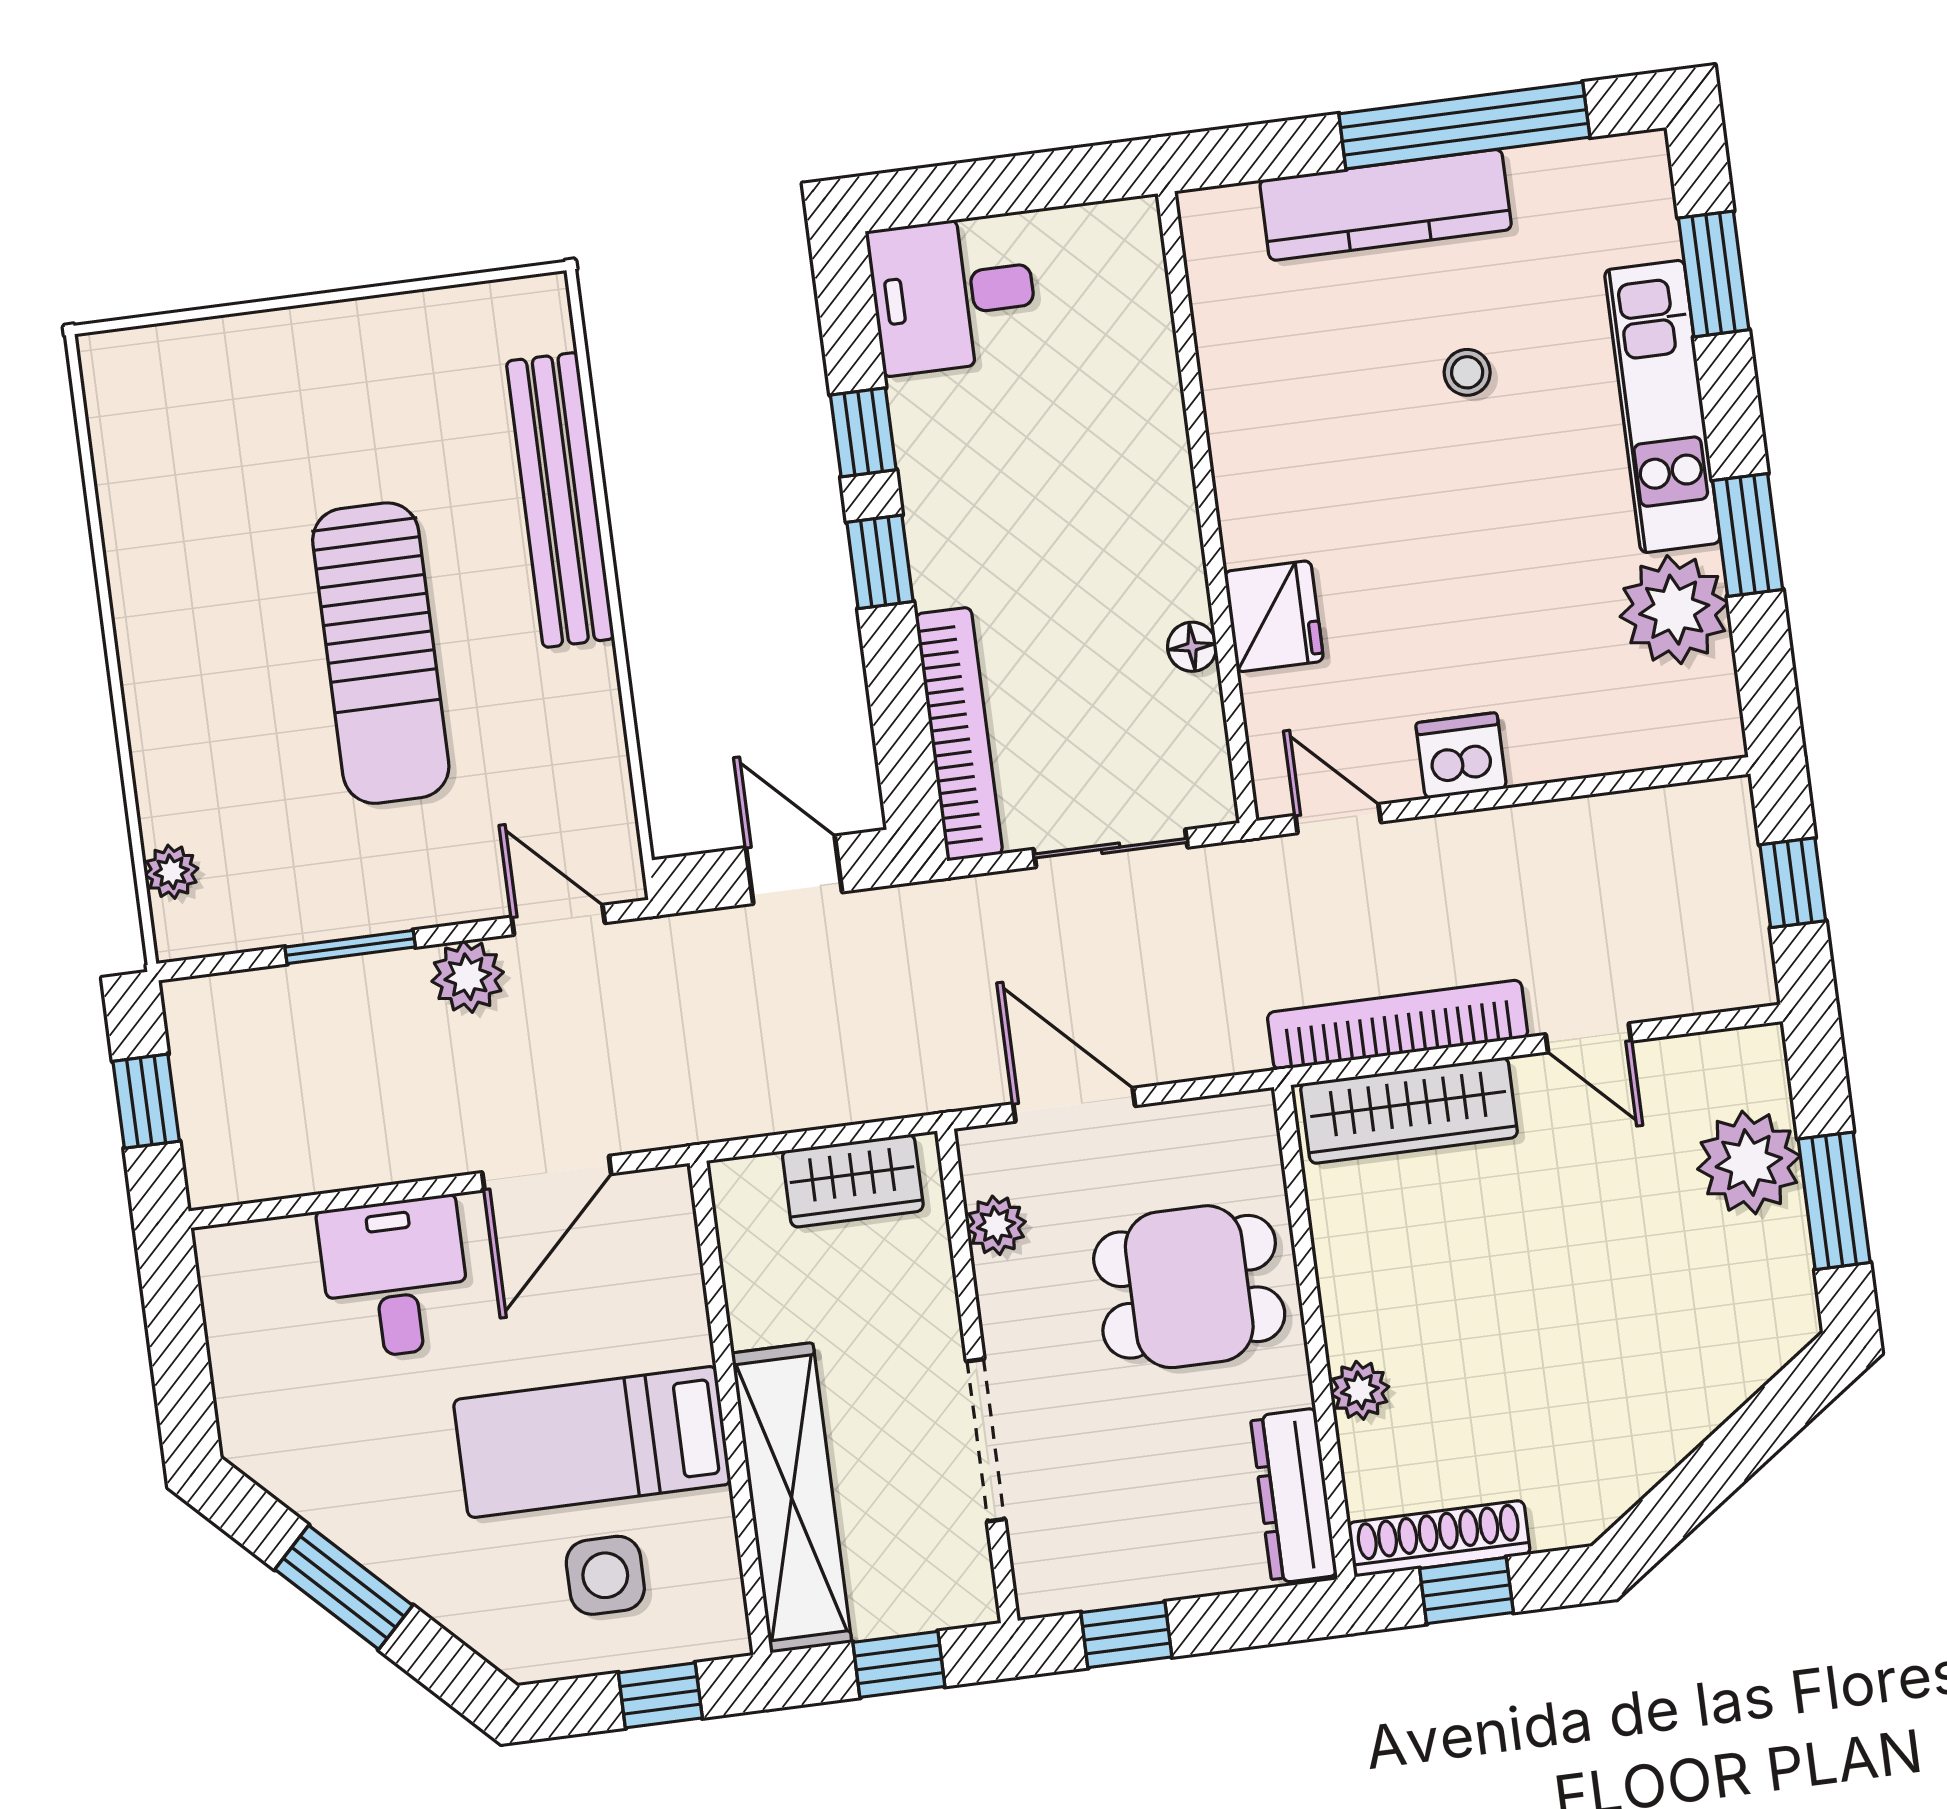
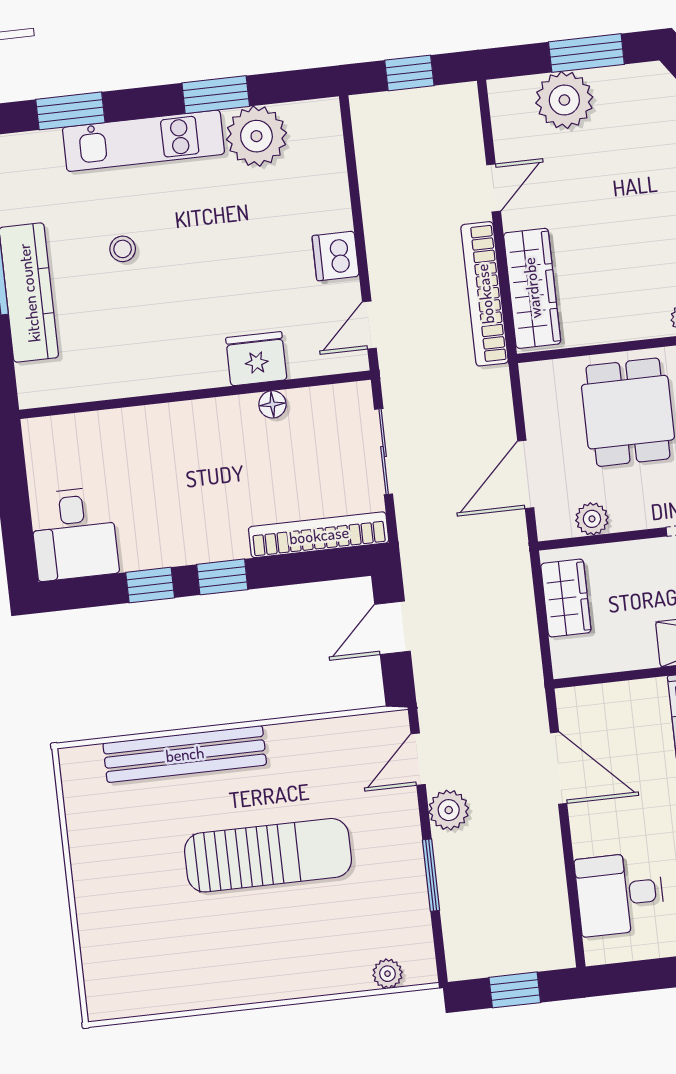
desk: (395, 1278) -> (620, 894), moved

